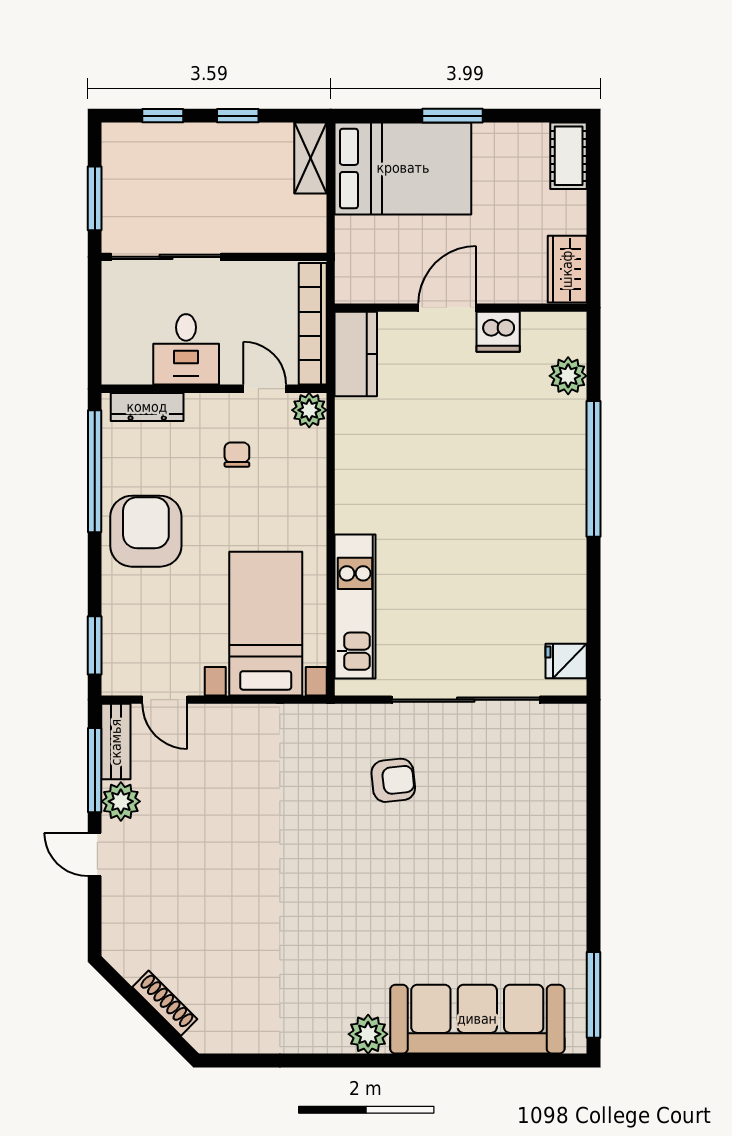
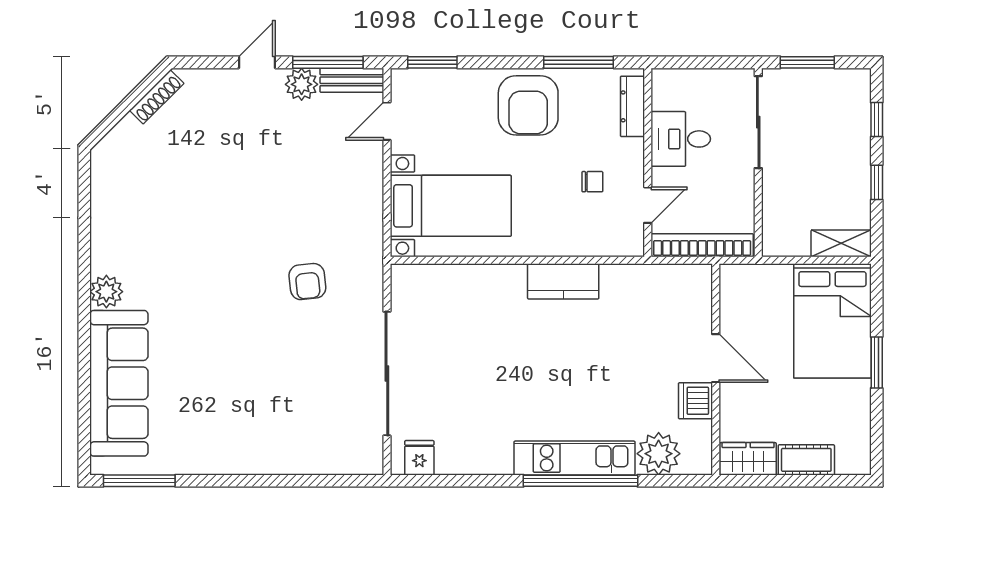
cot: (569, 156) -> (806, 460), moved
kitchen counter: (356, 354) -> (563, 281), moved
plant: (568, 376) -> (659, 454), width x1.36, depth x1.36
plant: (309, 410) -> (630, 242), removed
window: (95, 471) -> (579, 62), width x0.68
armchair: (146, 531) -> (528, 105), turned 90
kitchen unit: (355, 607) -> (574, 458), moved, turned 180
armchair: (393, 780) -> (307, 282), moved
shoe rack: (165, 1003) -> (157, 97), moved

